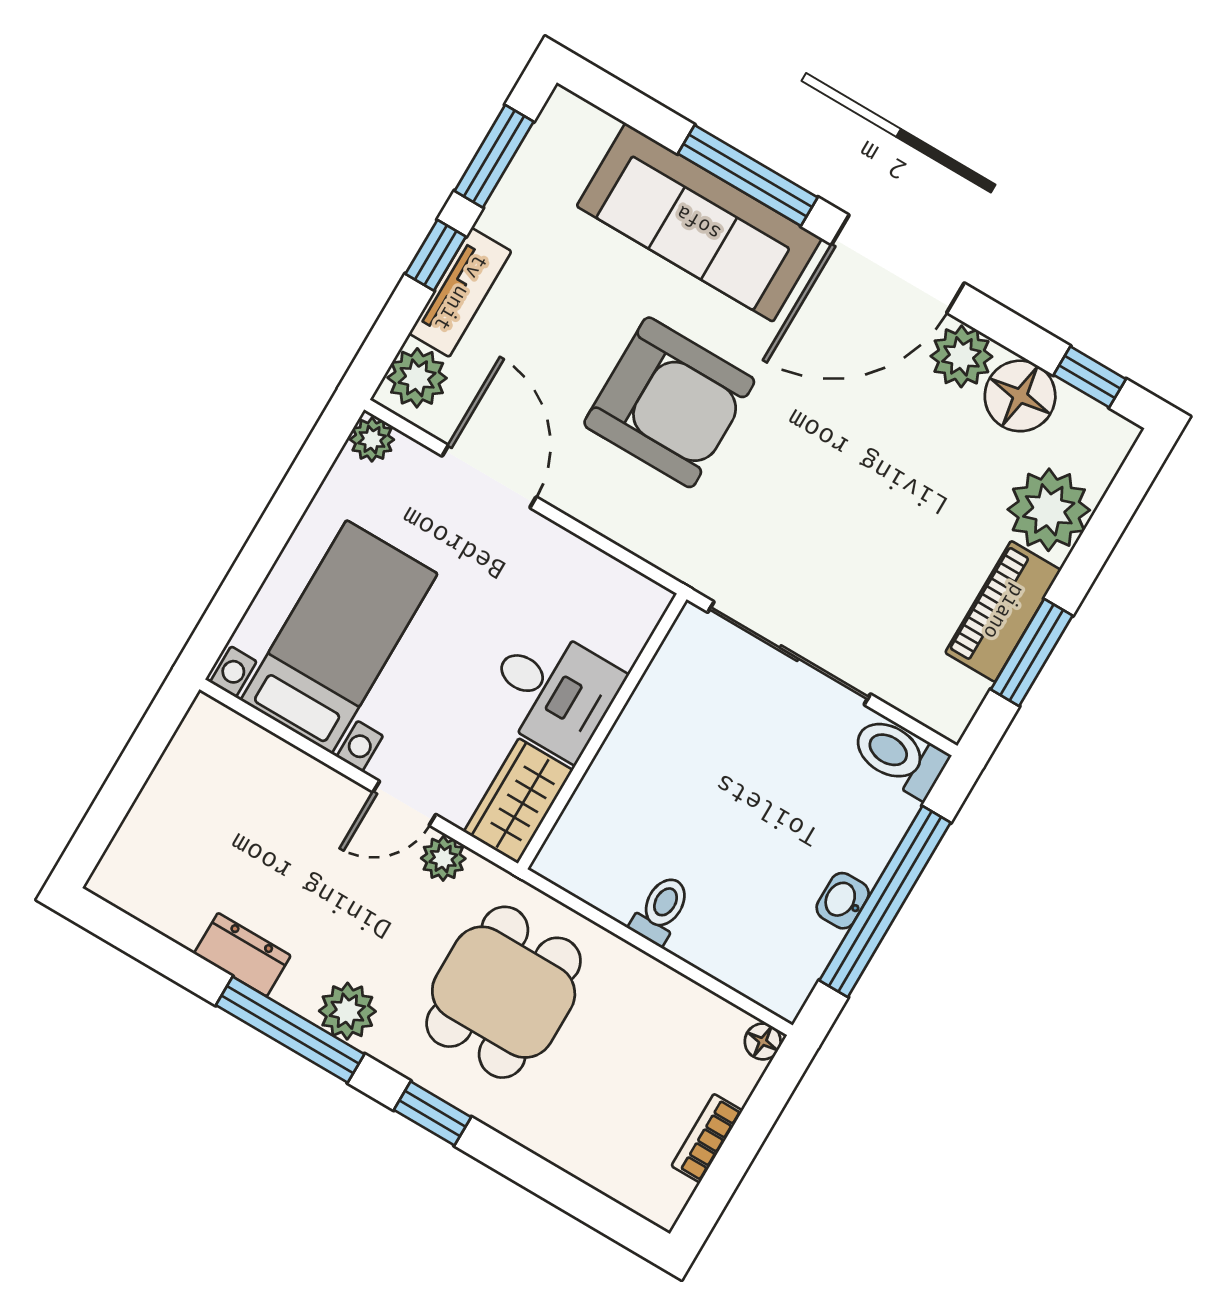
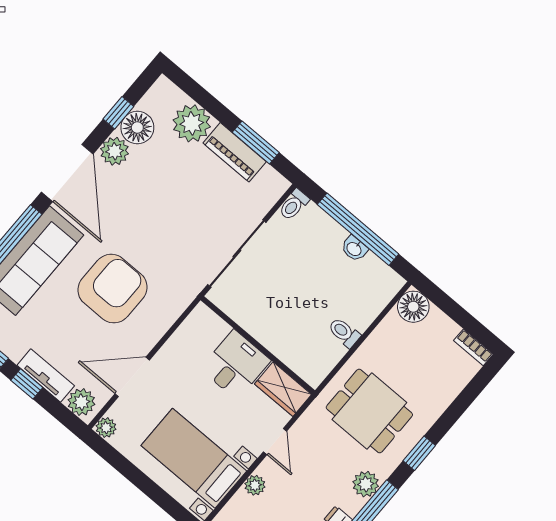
window: (1090, 377) -> (118, 113), moved
toilet: (899, 756) -> (294, 205), width x0.73, depth x0.72
plant: (443, 858) -> (255, 485), moved
floor lamp: (763, 1041) -> (413, 307), width x1.89, depth x1.89
bookcase: (707, 1138) -> (473, 347), moved

